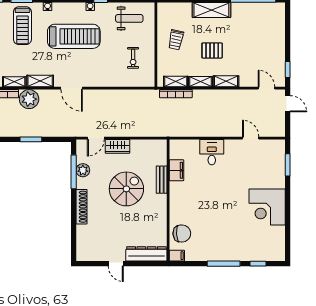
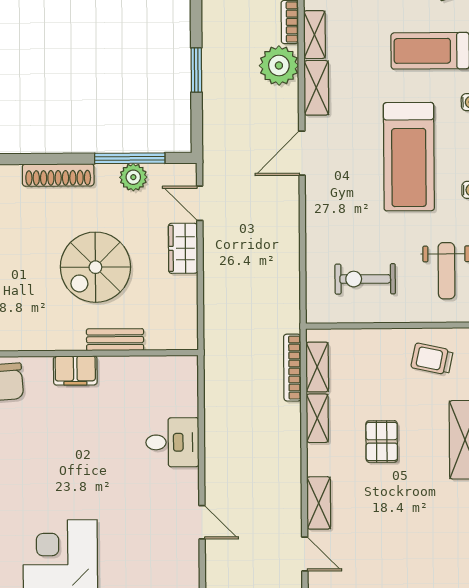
trolley: (176, 40) -> (432, 359), moved
exercise bike: (133, 58) -> (365, 279), width x1.38, depth x1.39
shelving: (226, 81) -> (319, 503), moved
door: (266, 88) -> (305, 554), hinge flipped
door: (251, 138) -> (202, 522), hinge flipped
filing cabinet: (177, 170) -> (75, 370), moved
spiral stairs: (126, 189) -> (95, 267), turned 90

